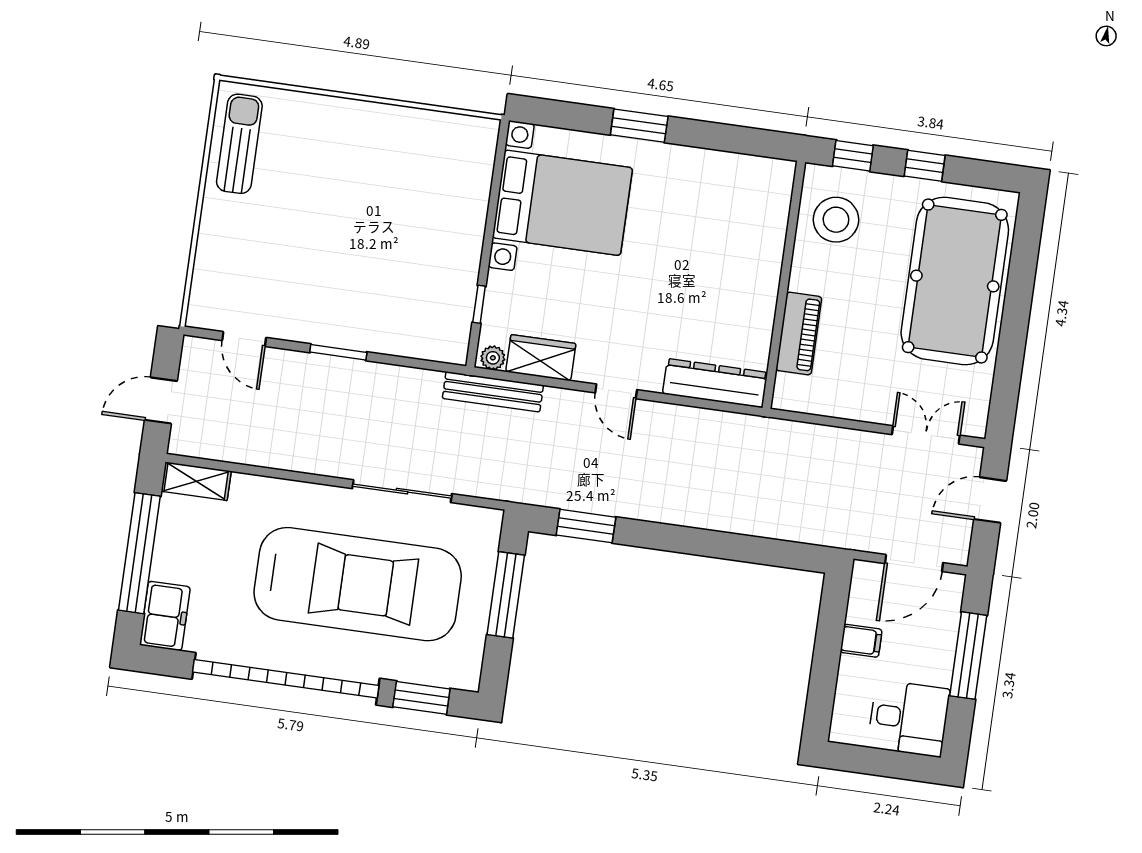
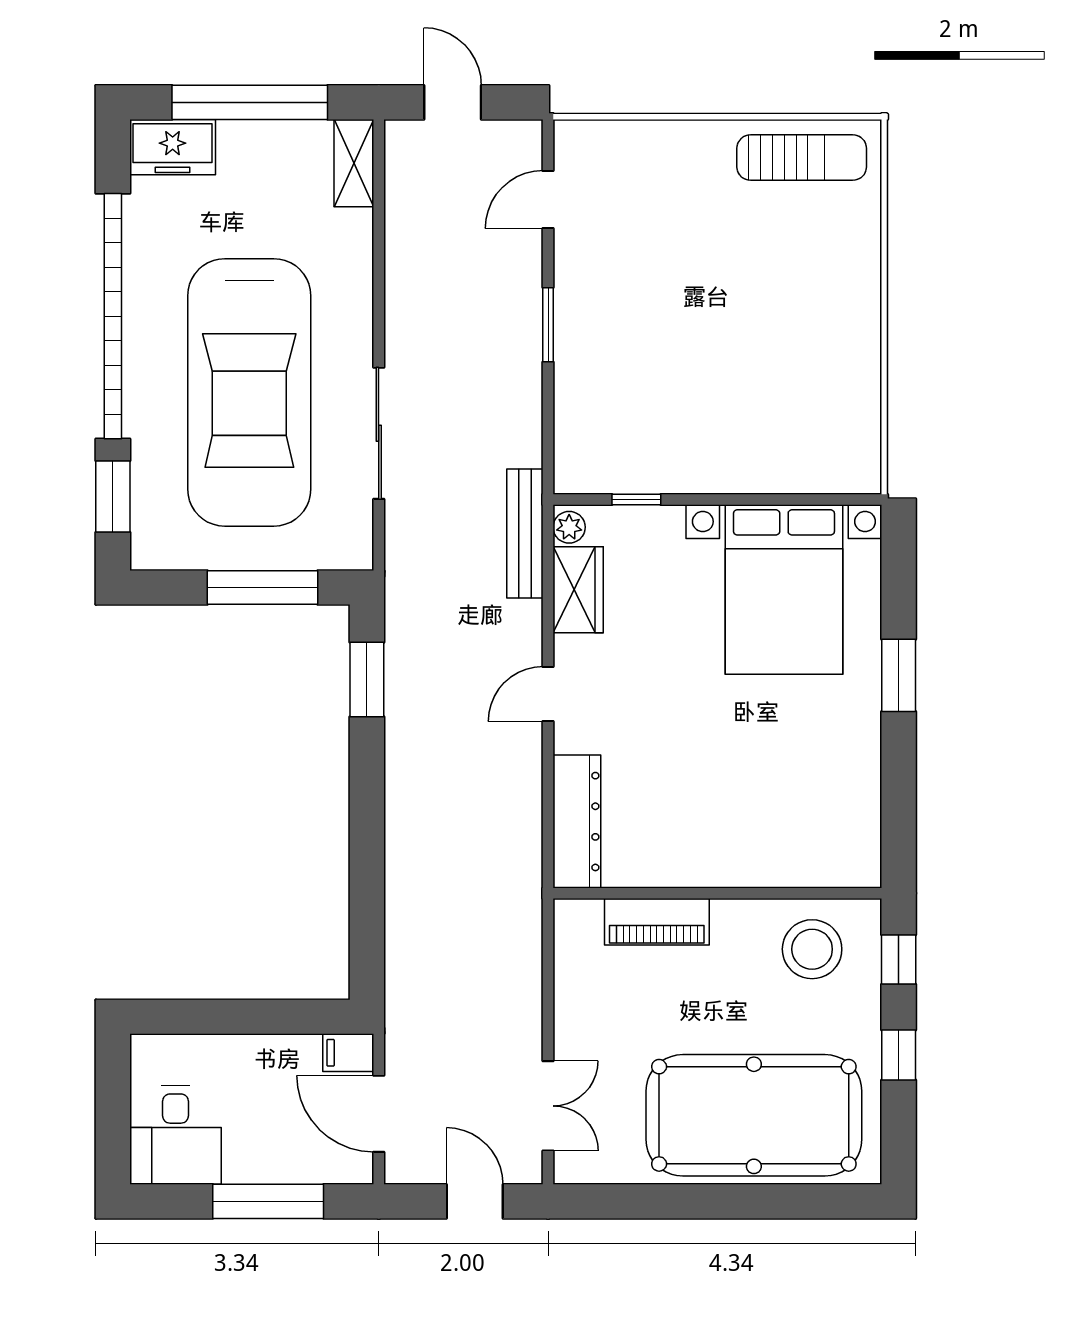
filing cabinet: (861, 641) -> (348, 1053), moved, turned 90

